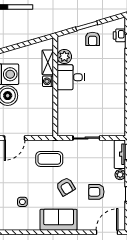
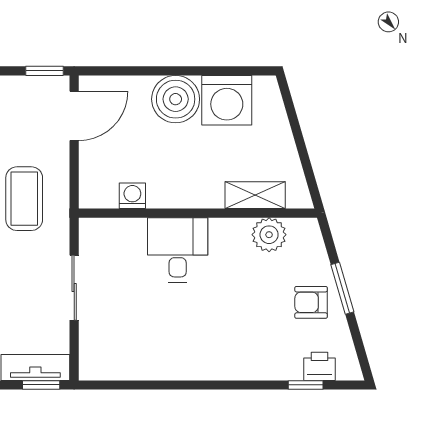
desk: (71, 77) -> (178, 250), moved
washing machine: (48, 81) -> (132, 196), moved
door: (15, 138) -> (74, 116), swing flipped

